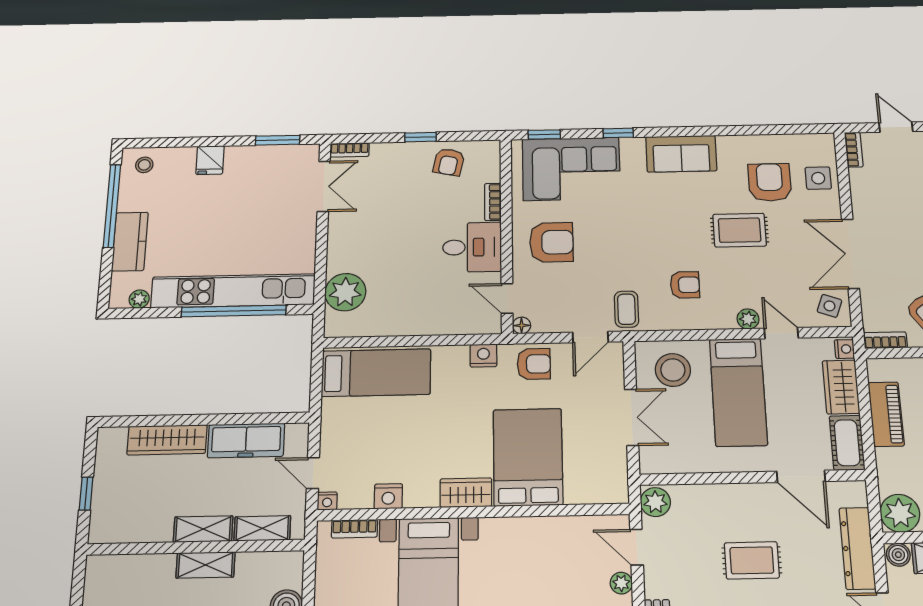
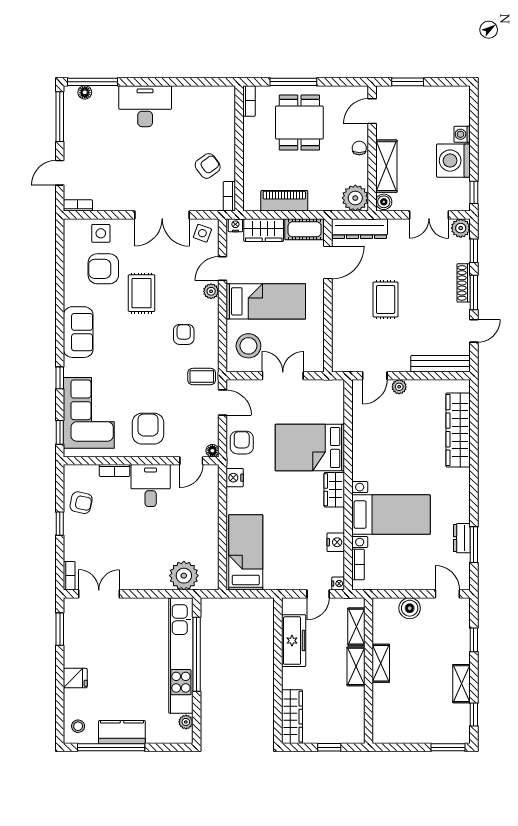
kitchen counter: (130, 242) -> (122, 732), moved
wardrobe: (167, 440) -> (292, 717), moved
plant: (655, 502) -> (344, 362), removed
dresser: (857, 548) -> (359, 229), moved

